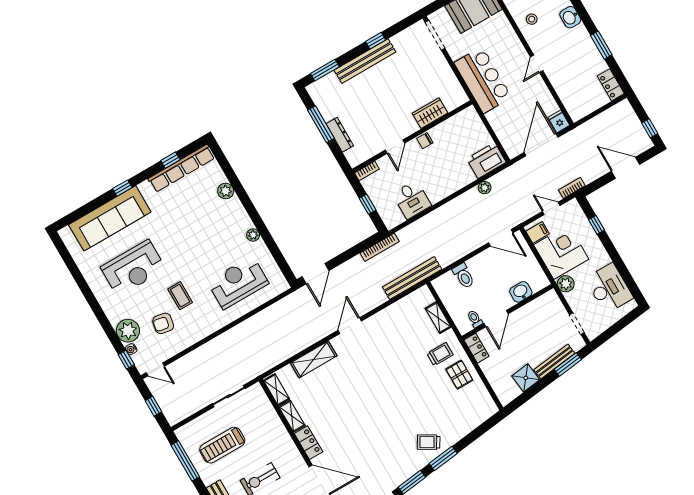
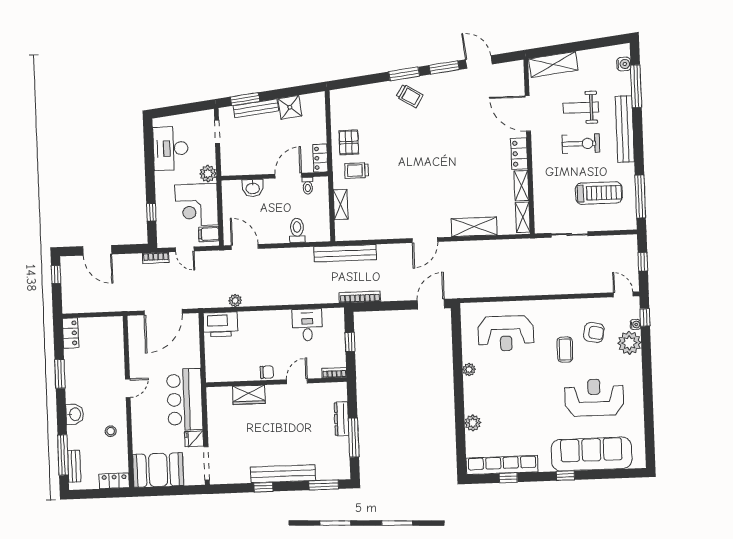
fridge: (559, 121) -> (194, 439), moved, turned 90

